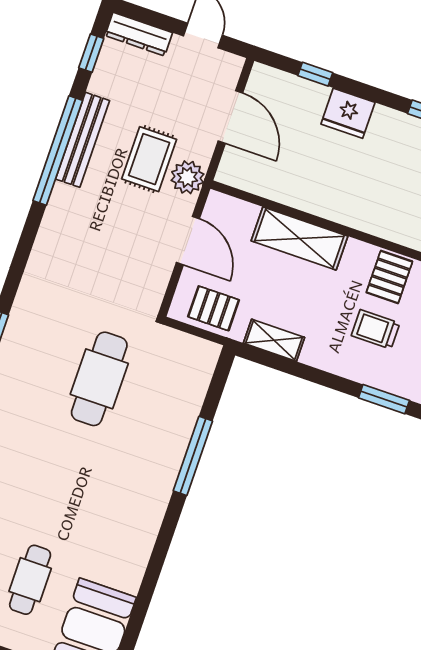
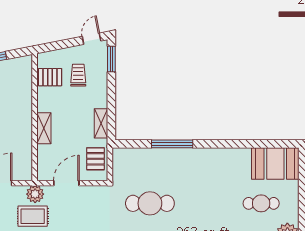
shelving: (299, 238) -> (44, 128), width x0.67, depth x0.75
trolley: (376, 329) -> (78, 75), turned 180

